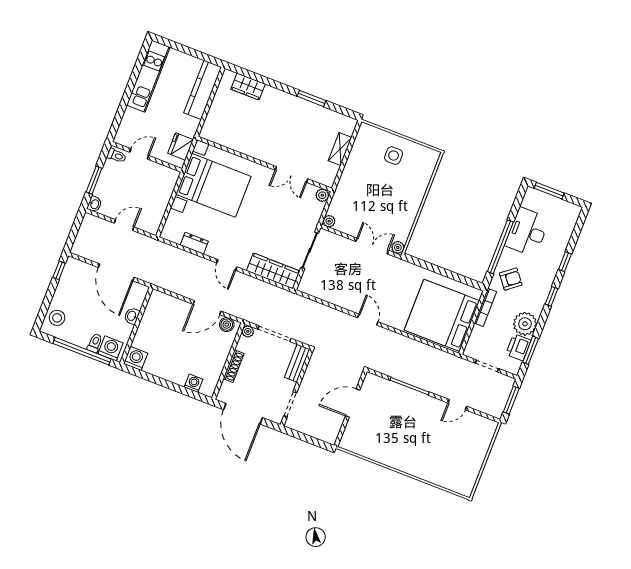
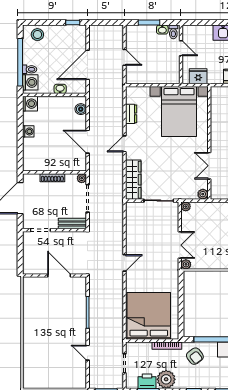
washbasin: (94, 204) -> (162, 30), moved
boiler: (227, 325) -> (81, 109), moved
washing machine: (194, 383) -> (28, 131), moved

